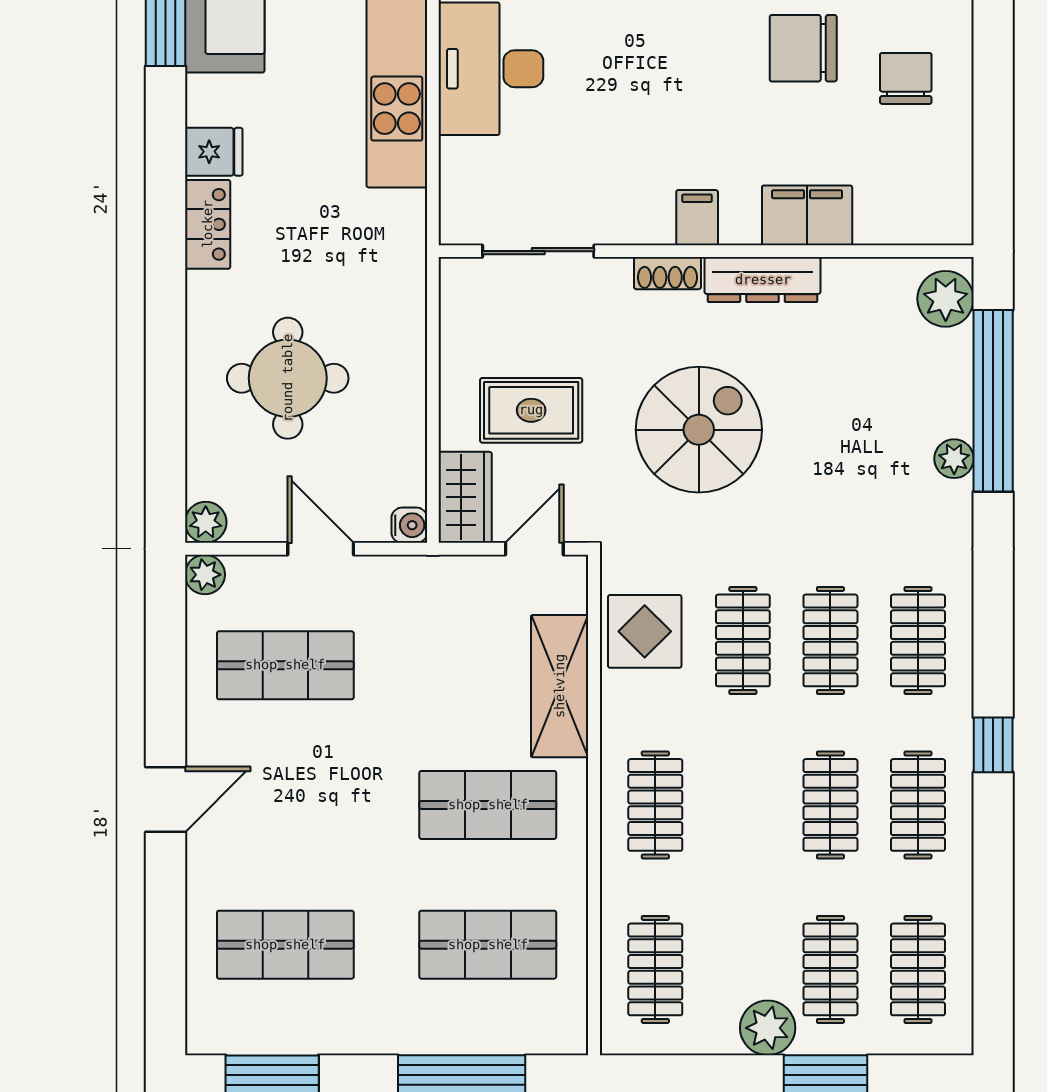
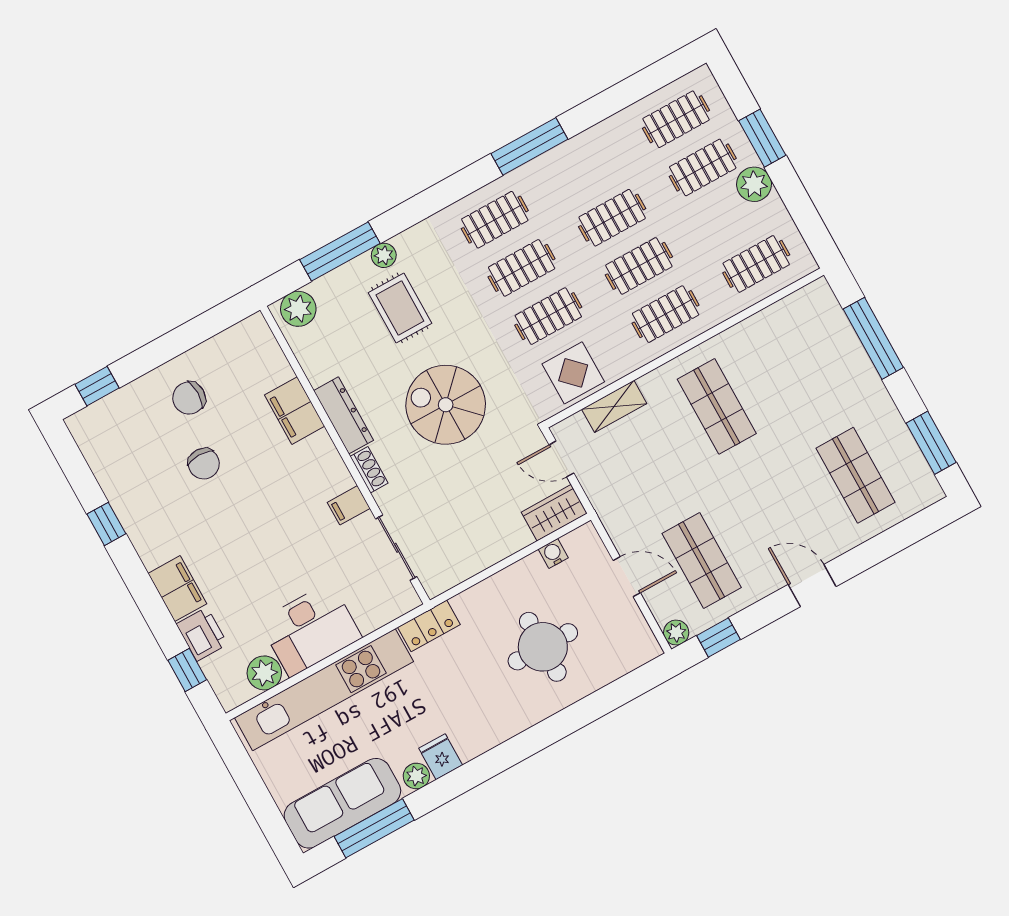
chair: (803, 48) -> (204, 464), width x0.73, depth x0.73
filing cabinet: (697, 218) -> (349, 505), moved
locker: (208, 224) -> (429, 626), moved, turned 180
window: (993, 401) -> (340, 252), width x0.68
rug: (531, 410) -> (400, 308), moved
plant: (206, 522) -> (416, 776), moved
water cooler: (409, 525) -> (553, 554), moved
door: (321, 549) -> (627, 577), swing flipped
window: (165, 629) -> (718, 637), added
shelving: (560, 686) -> (614, 406), width x0.67, depth x0.75
window: (993, 745) -> (529, 146), width x2.17
clothes rail: (918, 805) -> (639, 266), moved
shop shelf: (488, 945) -> (794, 364), removed

